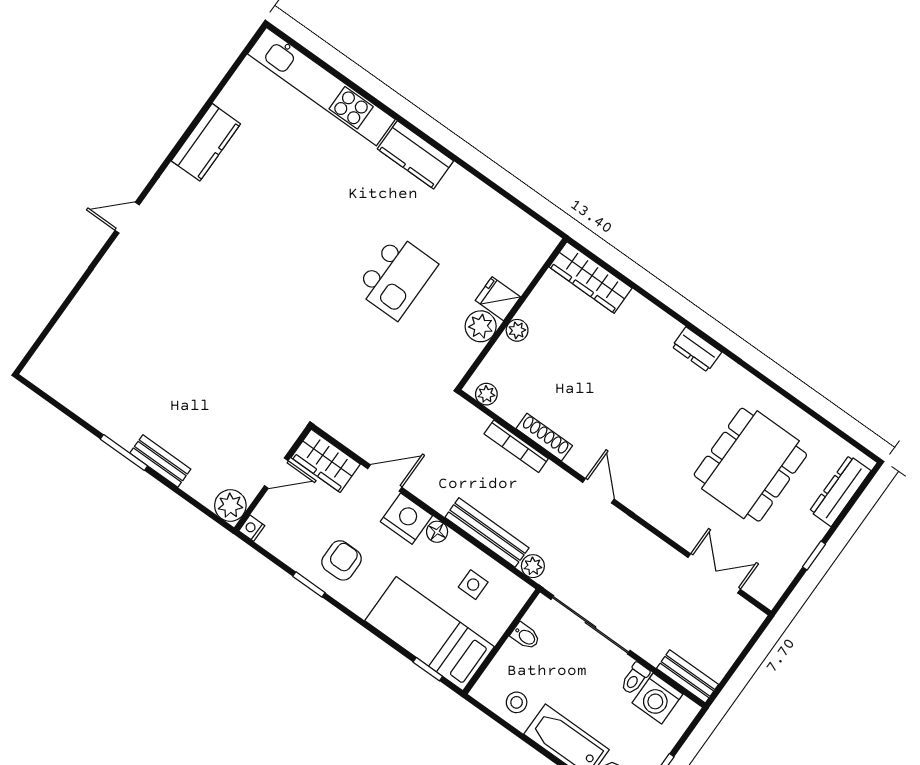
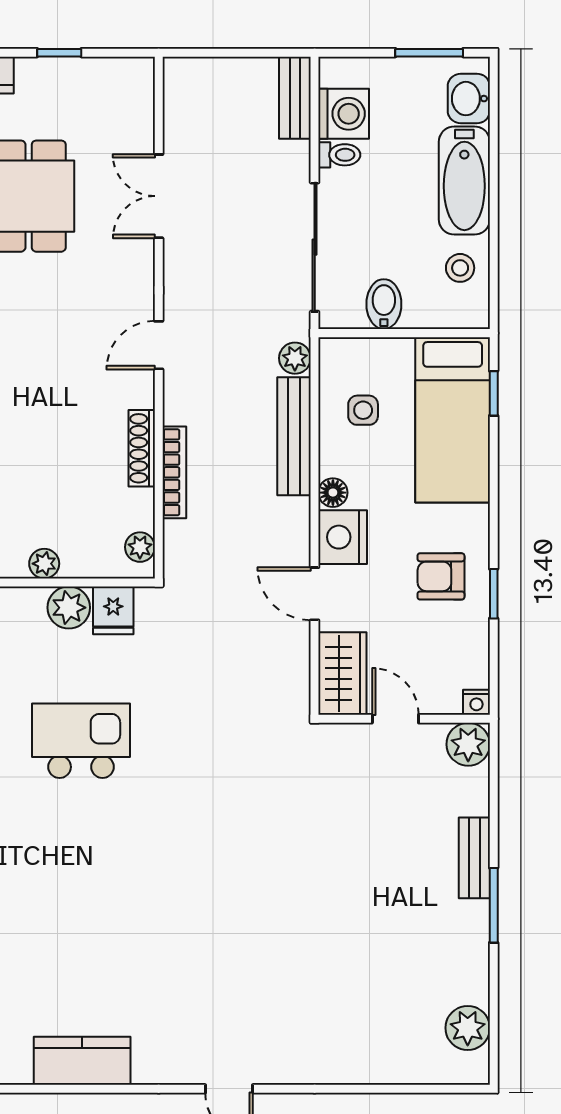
fridge: (498, 299) -> (113, 610), moved
plant: (62, 385) -> (468, 1028), added
double door: (714, 573) -> (159, 196), moved
bidet: (525, 636) -> (384, 304), width x1.38, depth x1.36

